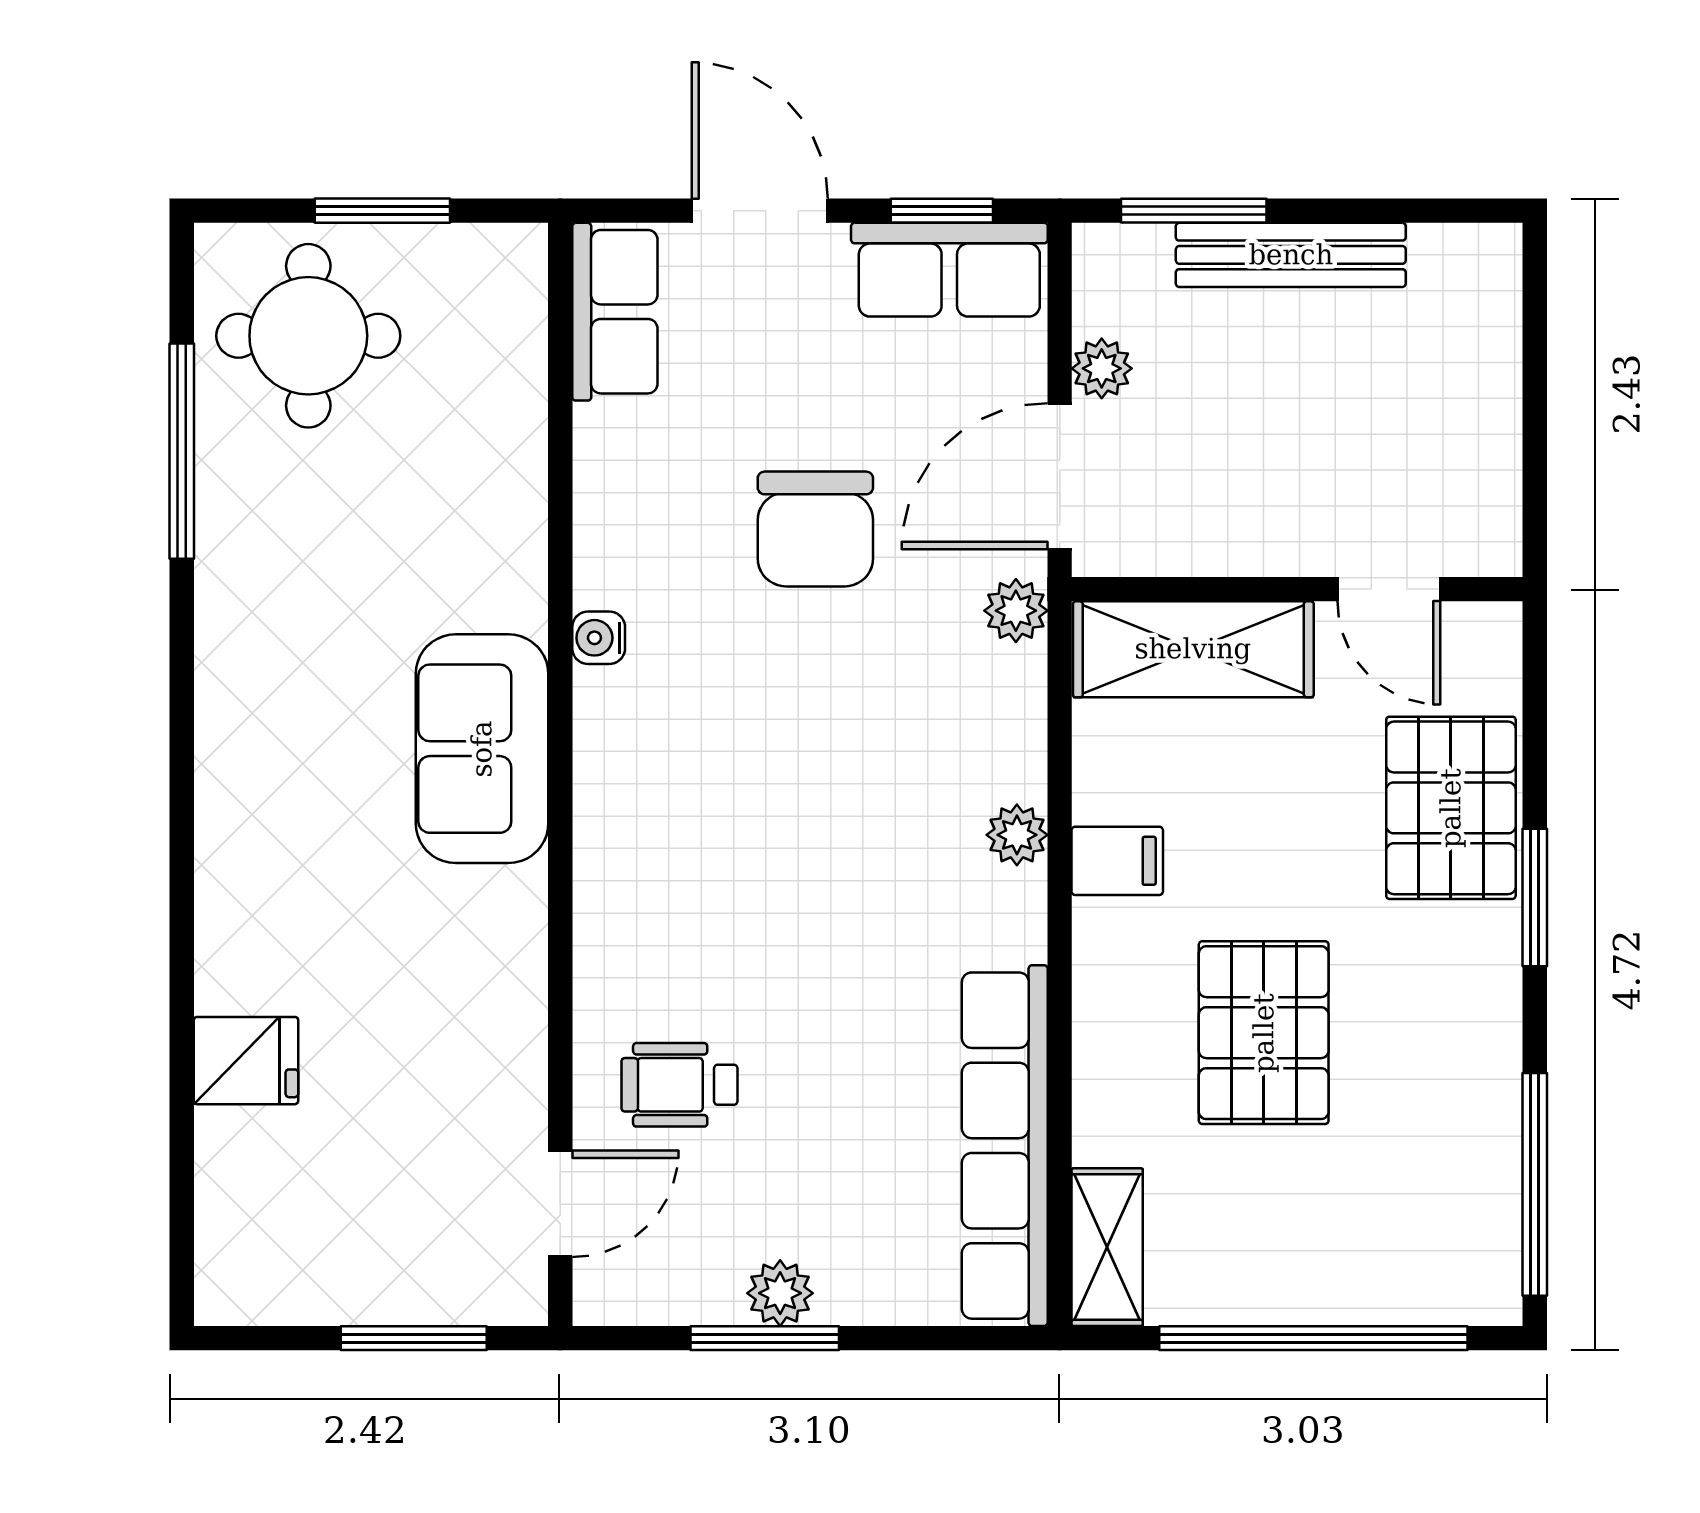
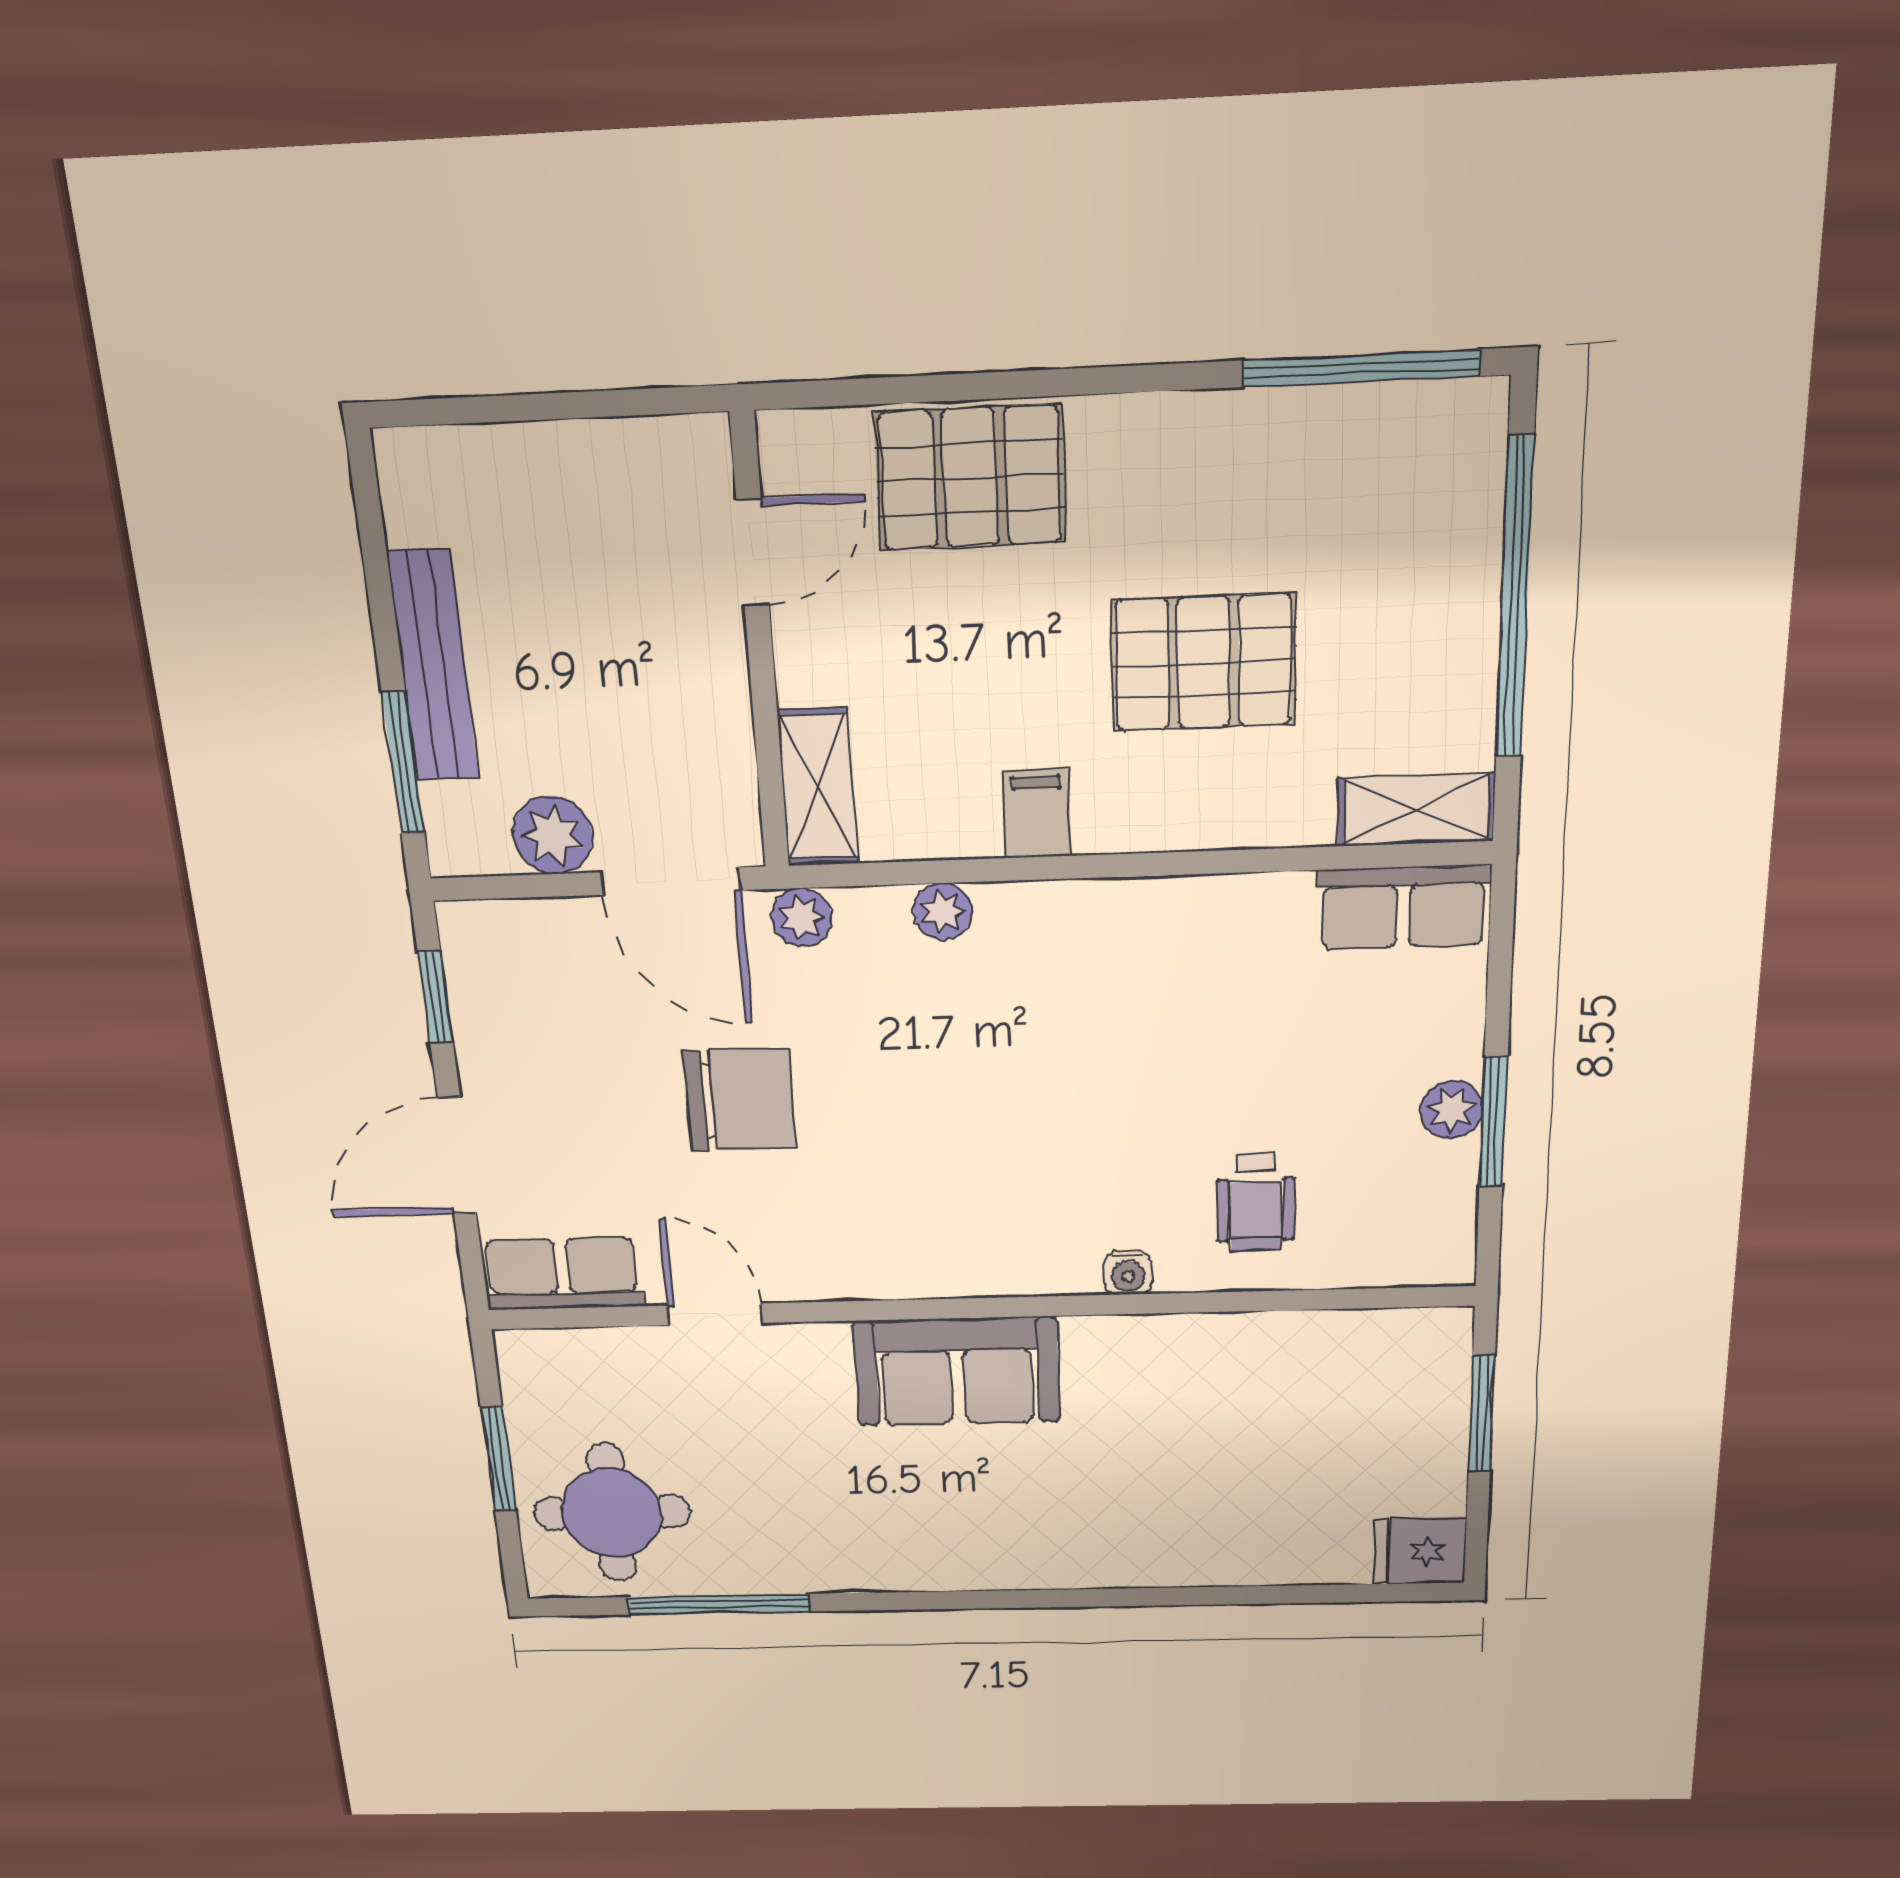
row of seats: (949, 270) -> (489, 989), removed
plant: (1102, 368) -> (553, 835), width x1.38, depth x1.38
water cooler: (599, 638) -> (1128, 1273), moved
shelving: (1193, 649) -> (818, 787), width x0.67, depth x0.75
plant: (1017, 835) -> (943, 912), moved
window: (1535, 897) -> (1060, 382), removed
fridge: (246, 1061) -> (1420, 1551), moved, turned -90
row of seats: (1005, 1146) -> (1403, 907), width x0.50
door: (560, 1204) -> (715, 1314), moved

